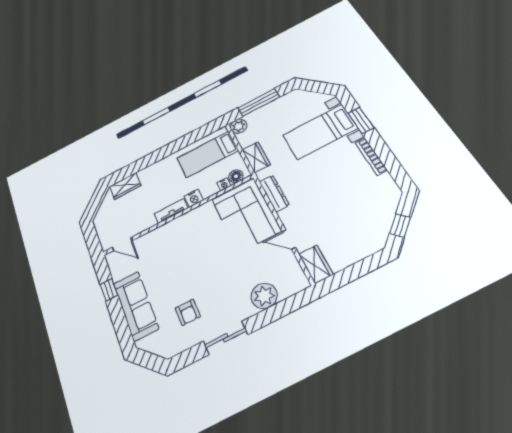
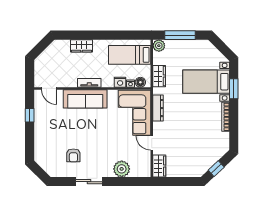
wardrobe: (125, 186) -> (81, 46), moved
nightstand: (194, 198) -> (120, 82), moved
sofa: (136, 306) -> (85, 99), moved, turned 90

